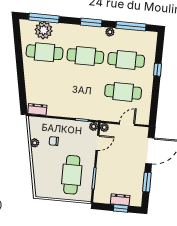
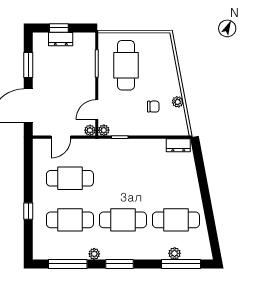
plant: (44, 30) -> (175, 253), width x0.53, depth x0.53

